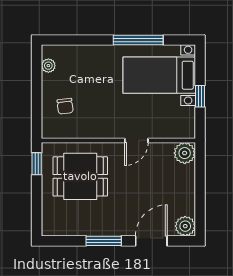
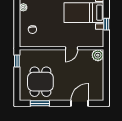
dining table: (80, 176) -> (40, 82), moved, turned 90
plant: (185, 226) -> (98, 95), removed
window: (104, 241) -> (40, 103), moved

